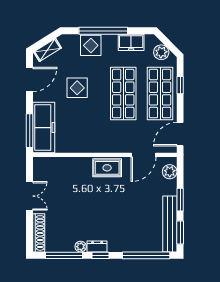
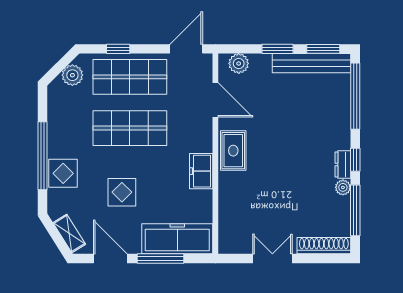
freezer: (131, 42) -> (201, 171), moved, turned 180
window: (30, 131) -> (160, 259), moved
door: (180, 134) -> (186, 49), swing flipped

